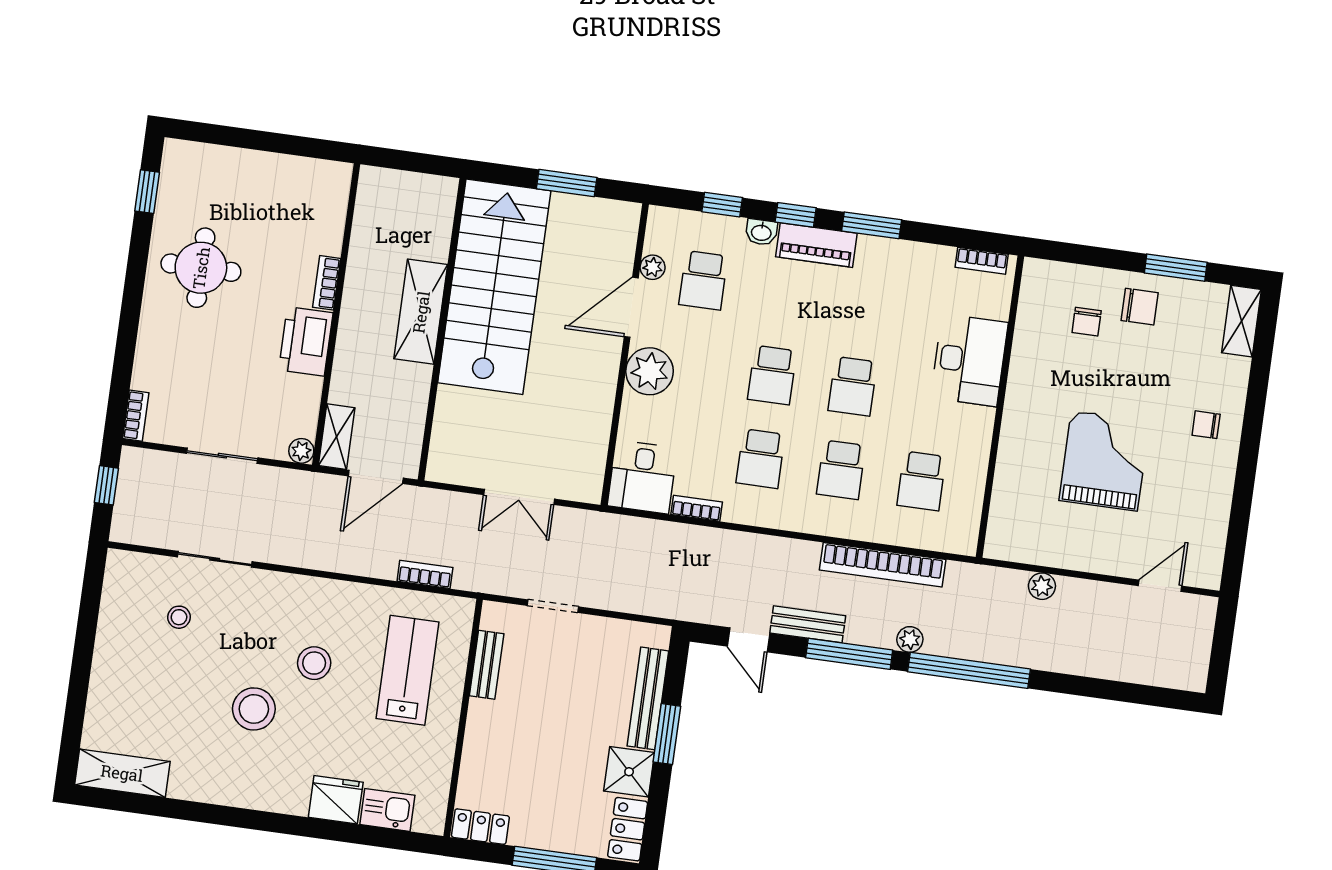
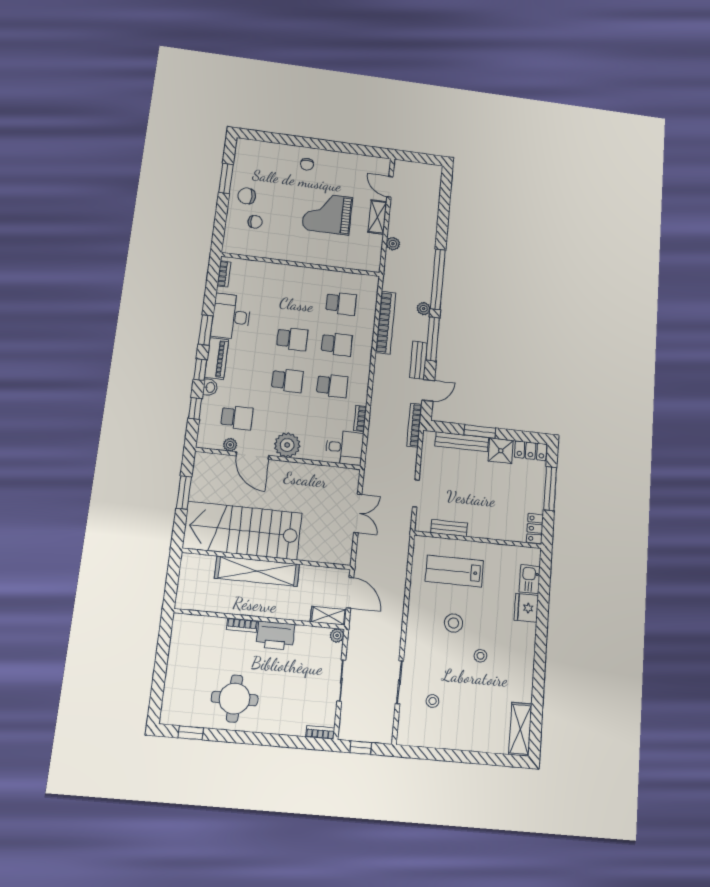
chair: (1140, 307) -> (247, 196), turned -90
shelving: (421, 312) -> (257, 571), width x1.47
shelving: (1242, 321) -> (377, 217), moved, turned 90
desk: (969, 360) -> (231, 317), moved, turned -90
bookcase: (425, 574) -> (414, 425), moved, width x1.56
stool: (254, 709) -> (480, 656), width x0.53, depth x0.53

